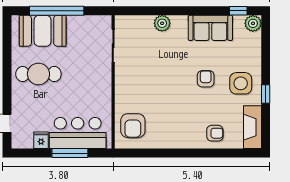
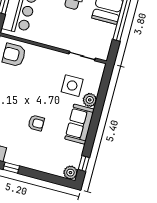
sofa: (210, 28) -> (79, 124), moved
side table: (241, 83) -> (72, 86), moved

